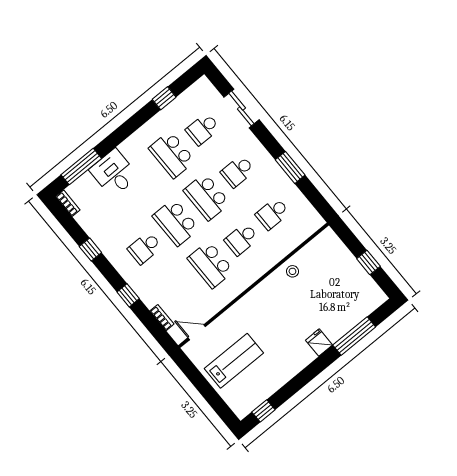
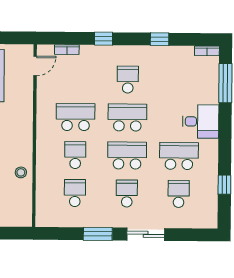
sliding door: (241, 108) -> (146, 234), moved
desk: (114, 173) -> (201, 121), moved

